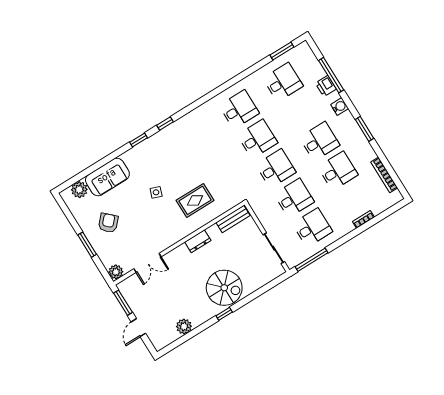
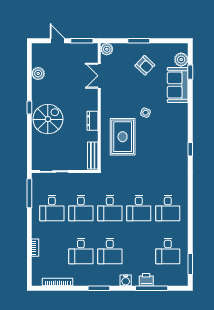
window: (139, 140) -> (190, 72), moved
rug: (195, 200) -> (123, 137), width x1.36, depth x1.43
spiral stairs: (224, 288) -> (48, 119), turned 180

